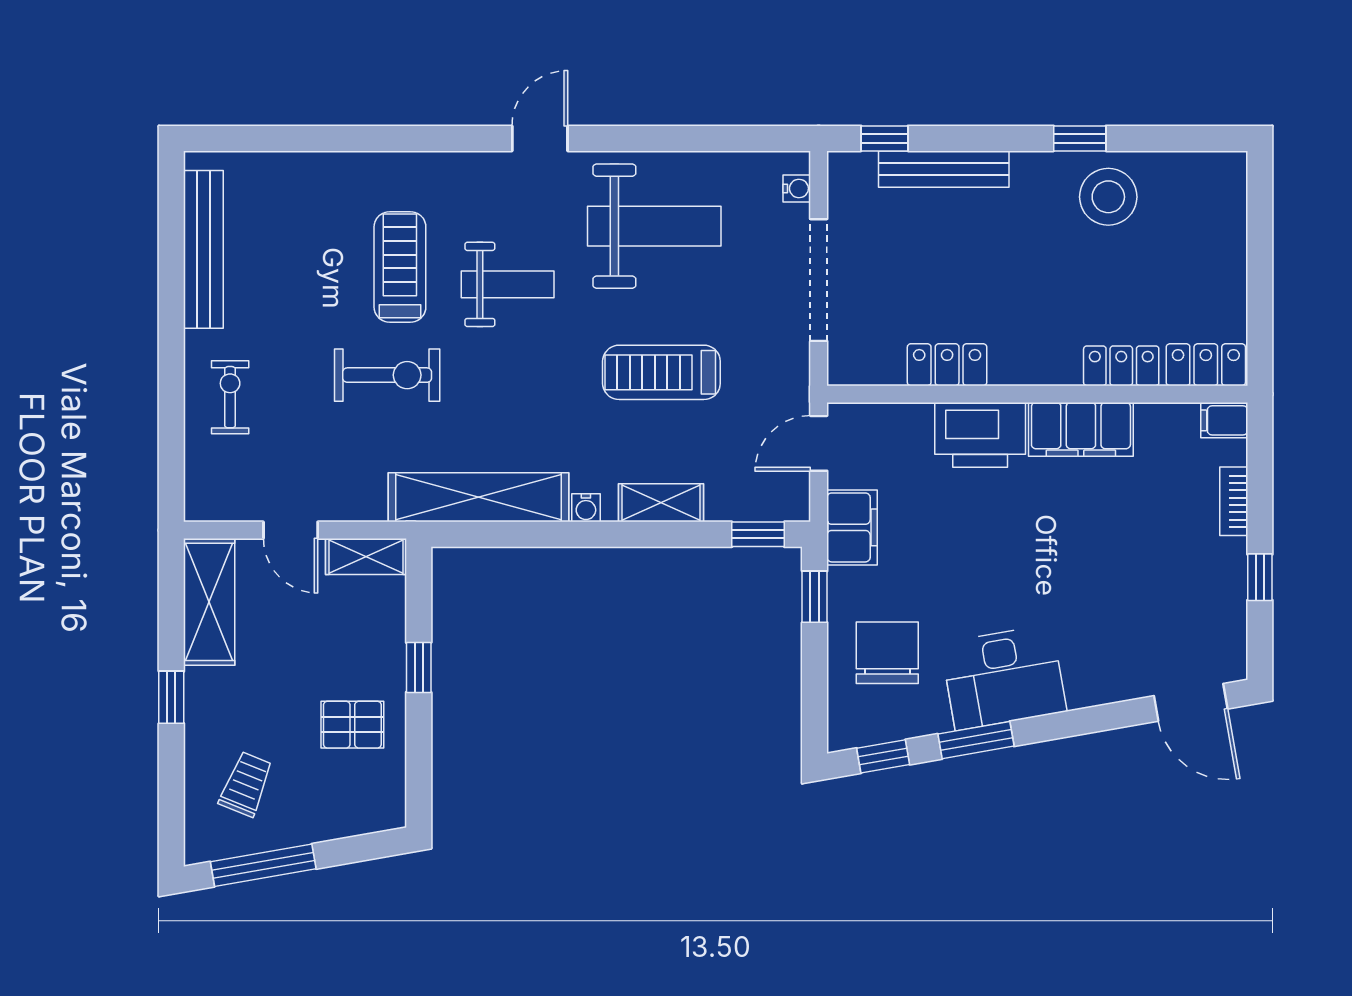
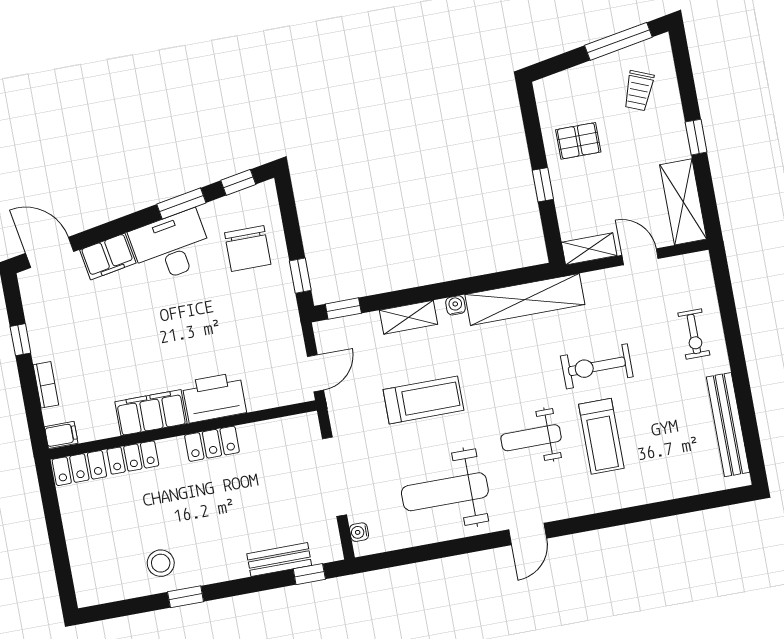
bench: (944, 169) -> (279, 560), width x0.73
stool: (1108, 197) -> (161, 563), width x0.73, depth x0.73
locker: (947, 365) -> (212, 444), moved
filing cabinet: (852, 527) -> (108, 257), moved, turned -100

